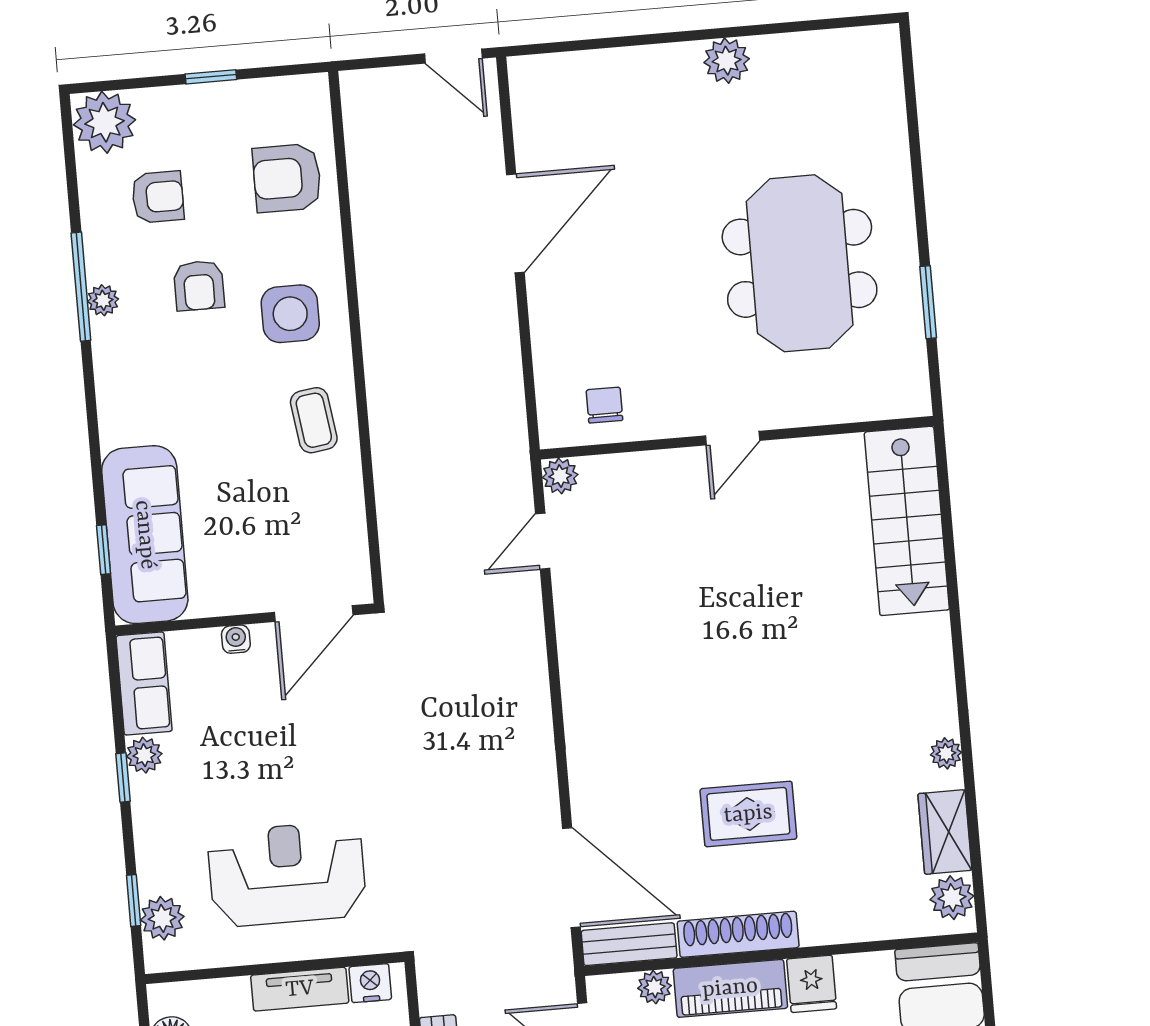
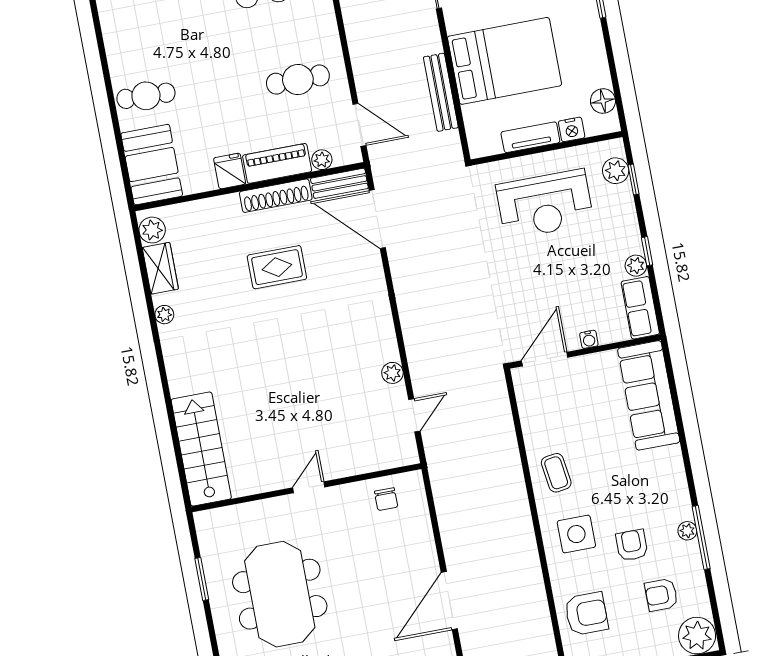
plant: (560, 476) -> (392, 373), moved
window: (103, 550) -> (672, 384), removed
nightstand: (370, 983) -> (572, 129), moved

